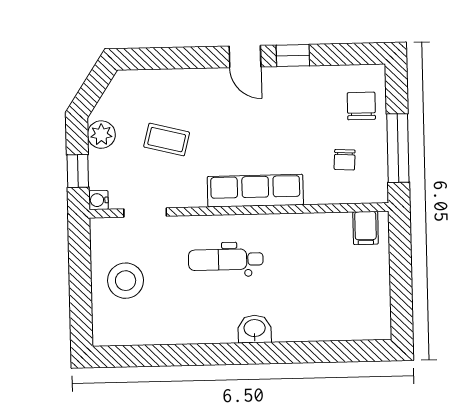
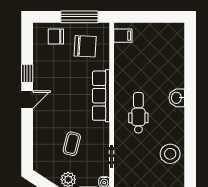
chair: (345, 160) -> (85, 46), width x1.87, depth x1.87
dental chair: (226, 260) -> (138, 113), turned 180
stool: (126, 281) -> (170, 154), moved

